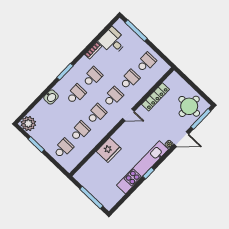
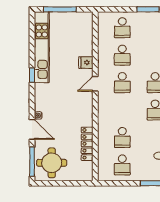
school desk: (113, 97) -> (122, 110), removed
door: (128, 115) -> (95, 84), moved
door: (181, 139) -> (32, 129), swing flipped
fridge: (109, 150) -> (86, 63), width x0.53, depth x0.75
kitchen unit: (142, 167) -> (42, 47), moved

